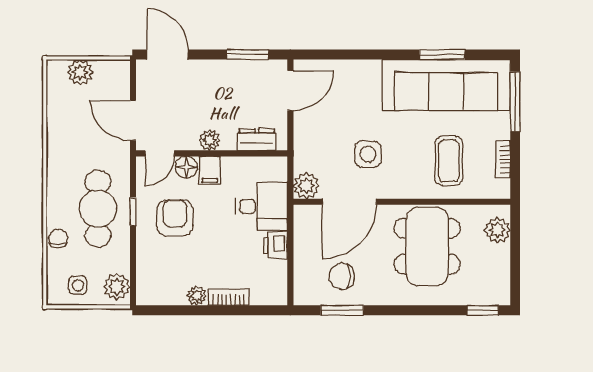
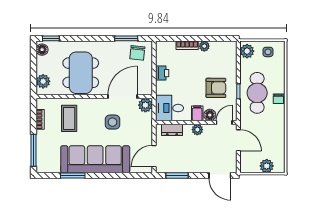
sofa: (446, 85) -> (95, 159), moved
desk: (261, 206) -> (169, 108), moved
armchair: (175, 218) -> (216, 88), turned -90
chair: (58, 239) -> (278, 99), moved
chair: (342, 276) -> (137, 53), moved, turned 96
floor lamp: (499, 289) -> (42, 50), added

